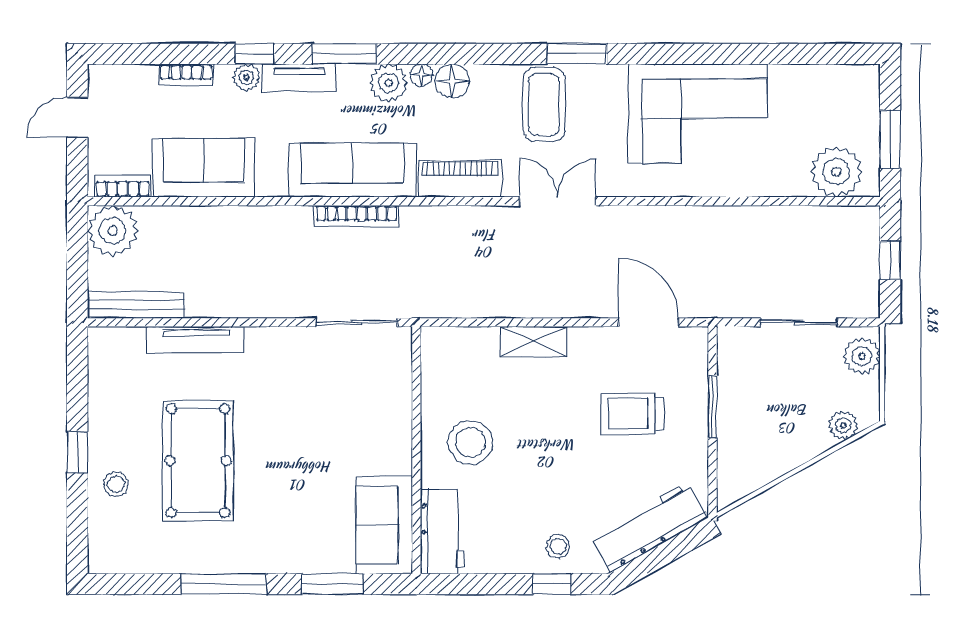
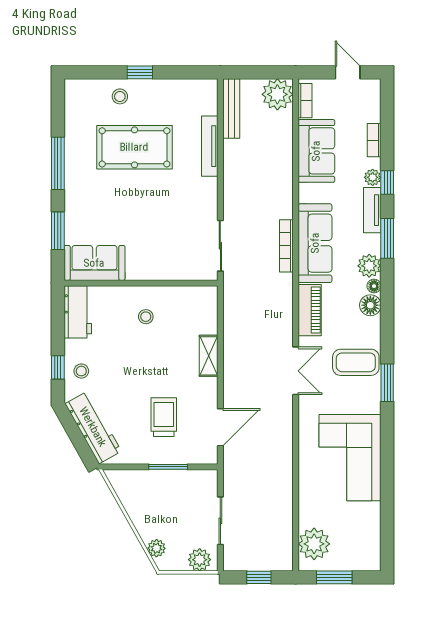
stool: (471, 442) -> (146, 317), width x0.53, depth x0.53
workbench: (442, 532) -> (78, 312), moved, turned -90

